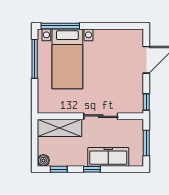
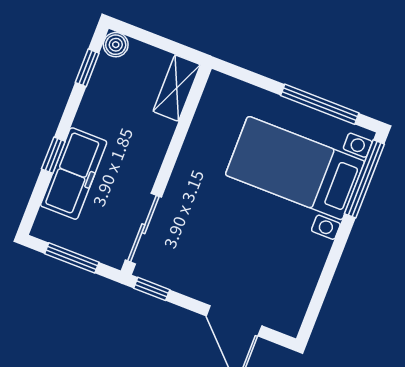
sliding door: (101, 116) -> (143, 229), moved
shelving: (60, 128) -> (177, 88), width x0.67, depth x0.75
window: (92, 169) -> (53, 155), moved

